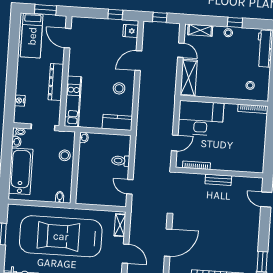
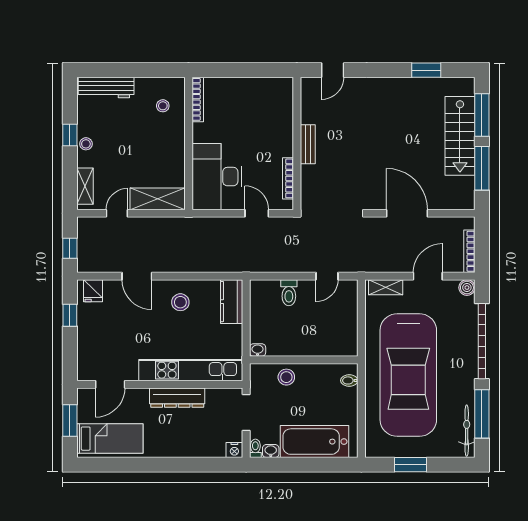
nightstand: (20, 101) -> (234, 450), moved
kitchen unit: (73, 101) -> (191, 370), width x1.36

